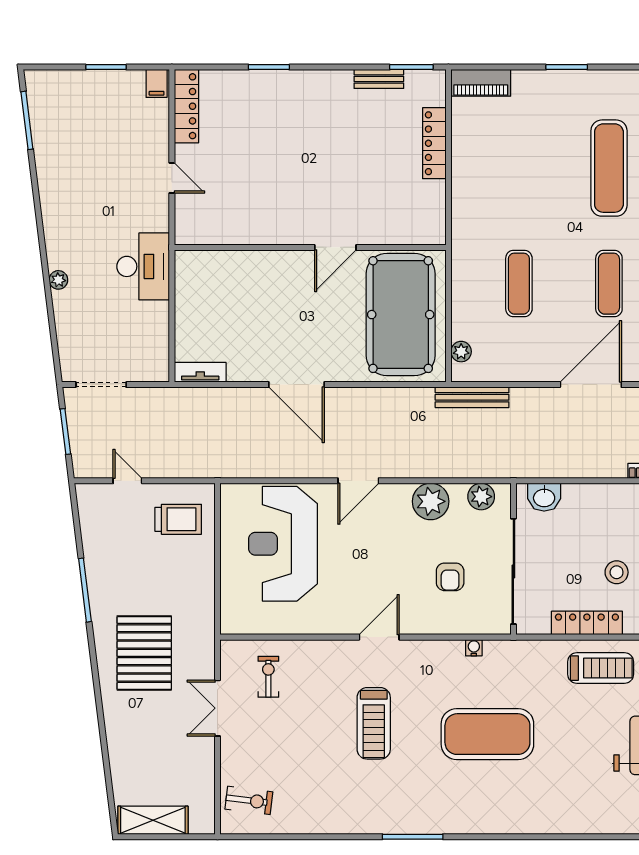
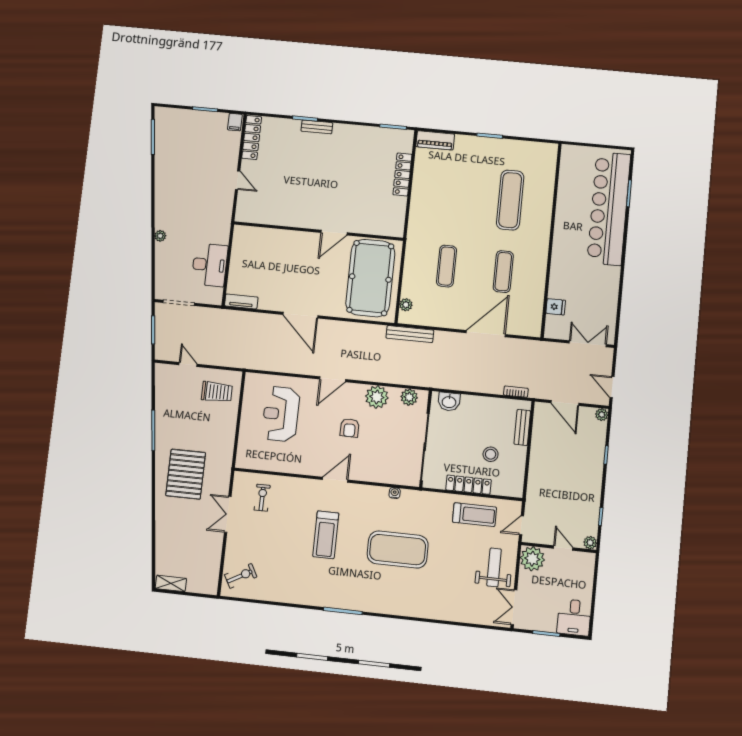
bench: (379, 79) -> (317, 127), moved
desk: (143, 266) -> (210, 265), moved
reception desk: (283, 544) -> (281, 414), width x0.74, depth x0.77
armchair: (450, 577) -> (350, 428), moved
exercise bike: (249, 800) -> (241, 576), turned -36
shelving: (153, 820) -> (171, 583), width x0.67, depth x0.75

